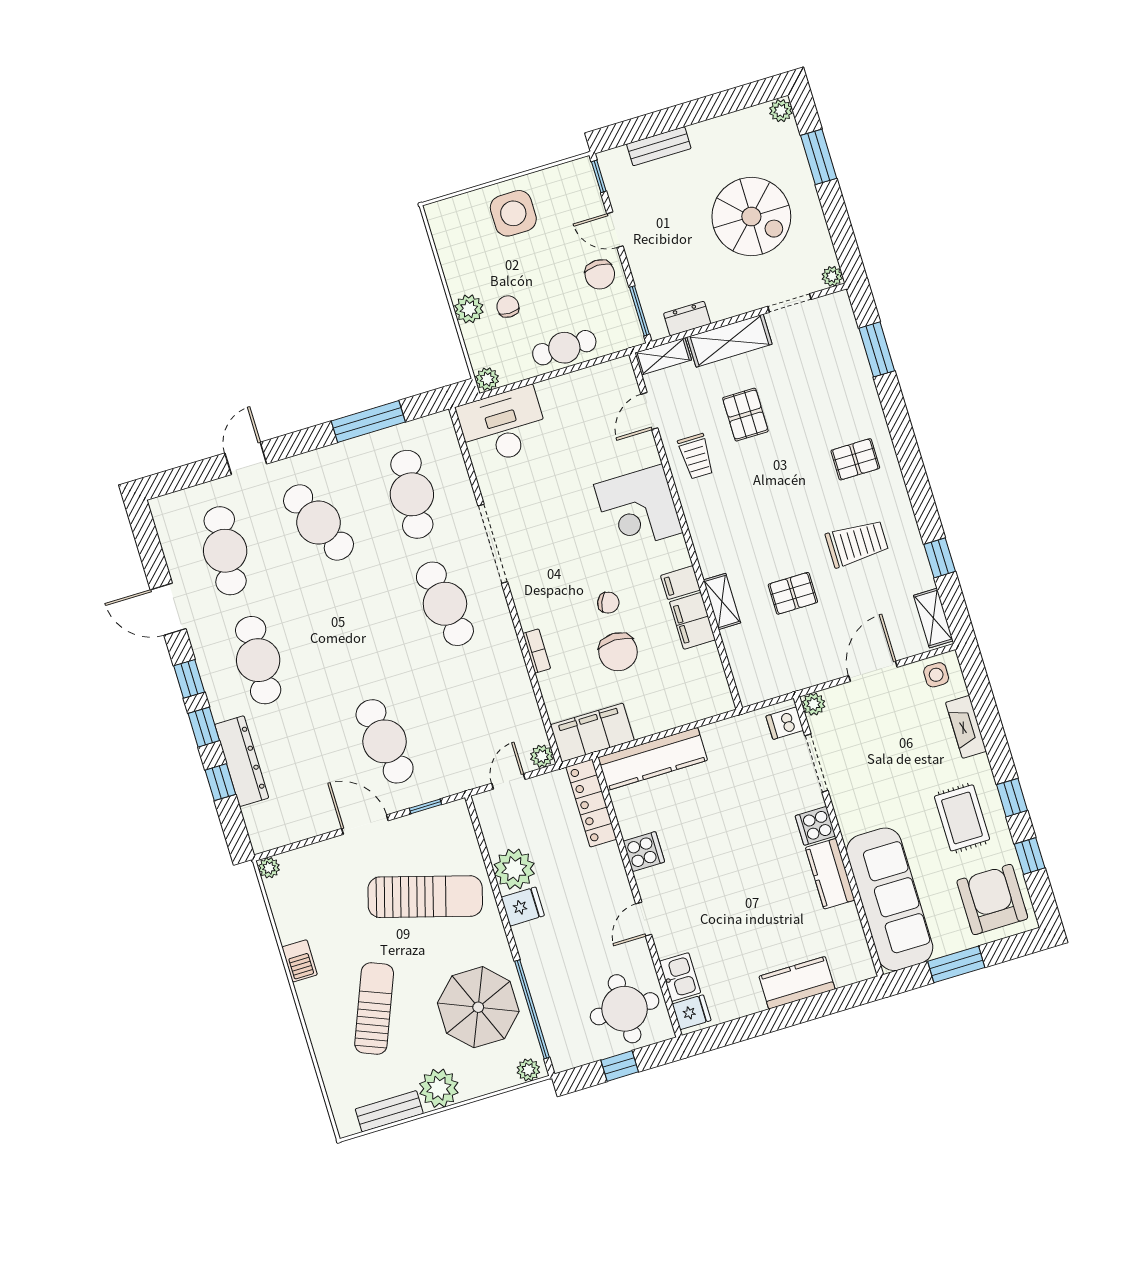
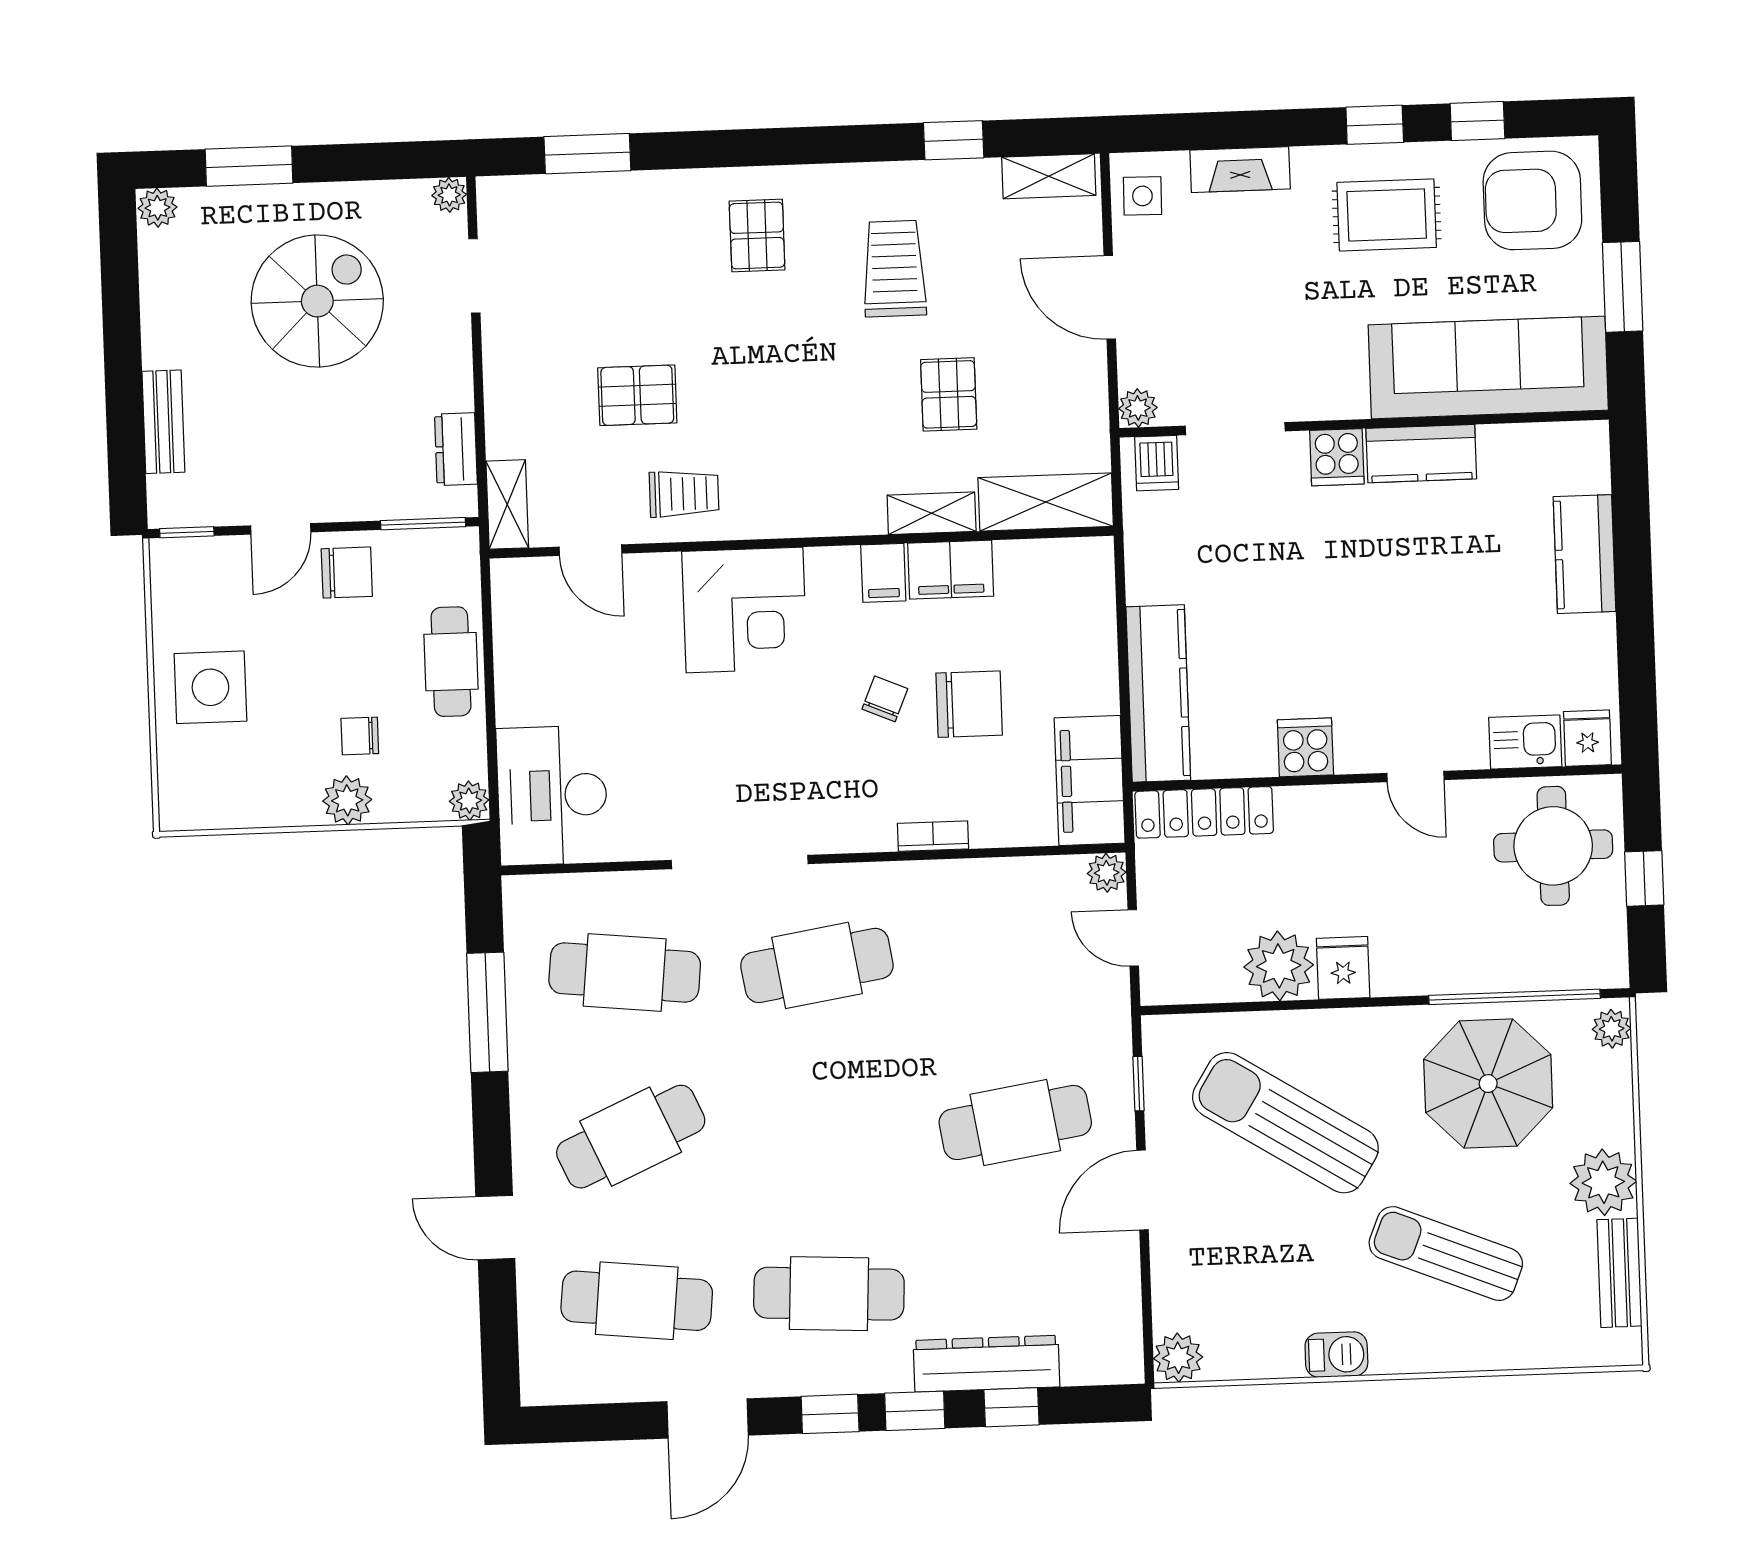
shelving: (730, 341) -> (1046, 502), moved, turned 90
plant: (269, 868) -> (1178, 1358), width x1.38, depth x1.38
sun lounger: (425, 897) -> (1285, 1123), turned -74

